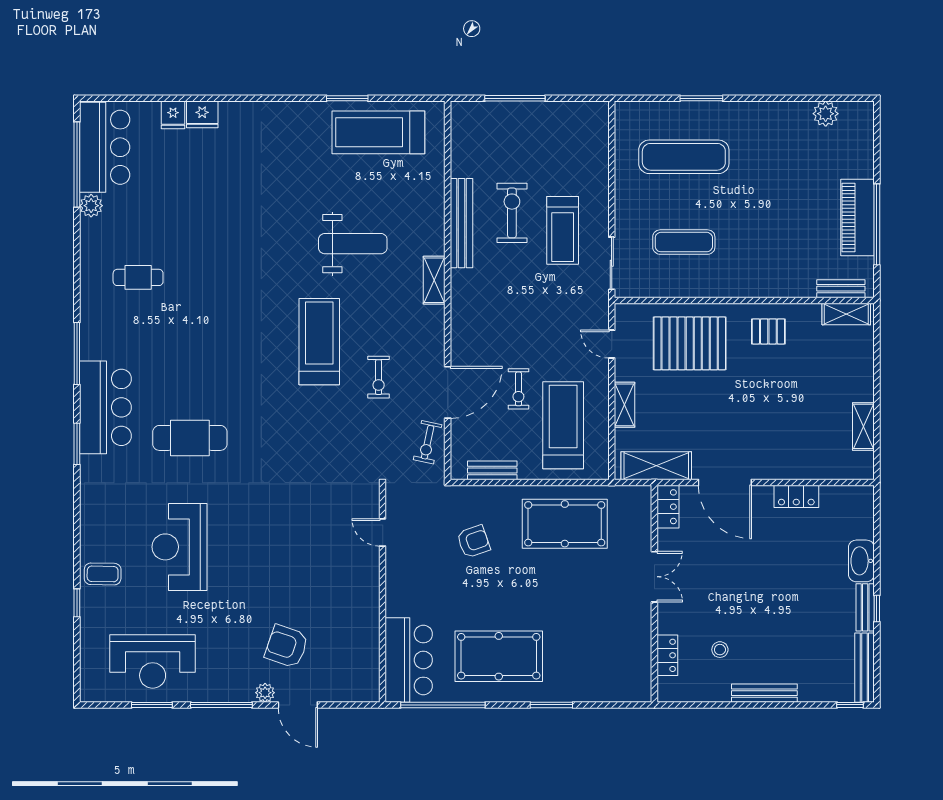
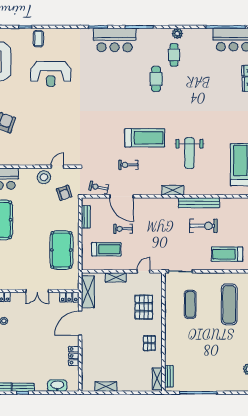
plant: (91, 206) -> (177, 33), moved
piano: (858, 217) -> (201, 384), removed
treadmill: (563, 230) -> (227, 254), moved
pallet: (690, 343) -> (144, 307), width x0.73, depth x0.71
treadmill: (563, 425) -> (106, 249), width x0.73, depth x0.73
cafe table: (190, 438) -> (156, 79), moved, width x0.73, depth x0.74
armchair: (473, 541) -> (64, 193), moved
reception desk: (179, 547) -> (51, 74), turned 180
washbasin: (861, 561) -> (57, 386), moved
stool: (406, 562) -> (44, 177), added

